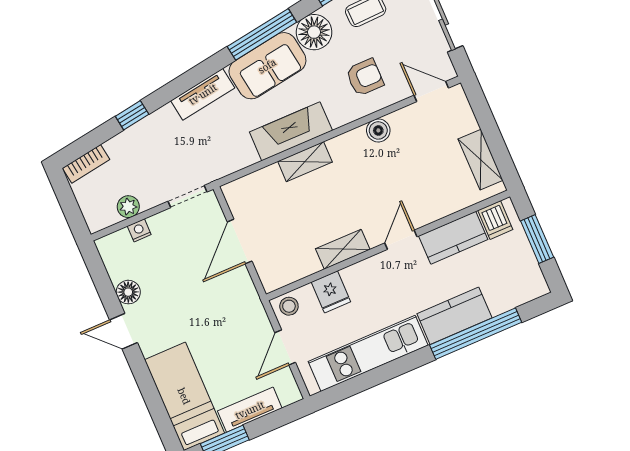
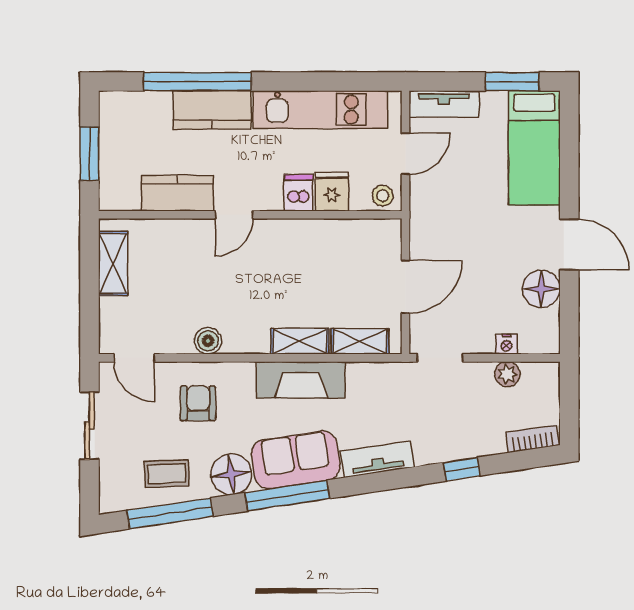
armchair: (365, 77) -> (198, 403), turned 90
dishwasher: (495, 220) -> (299, 193), moved
shelving: (343, 249) -> (360, 341), moved
floor lamp: (128, 292) -> (541, 289), width x1.38, depth x1.38
door: (123, 331) -> (569, 244), width x1.38
tv unit: (250, 410) -> (444, 104), moved

